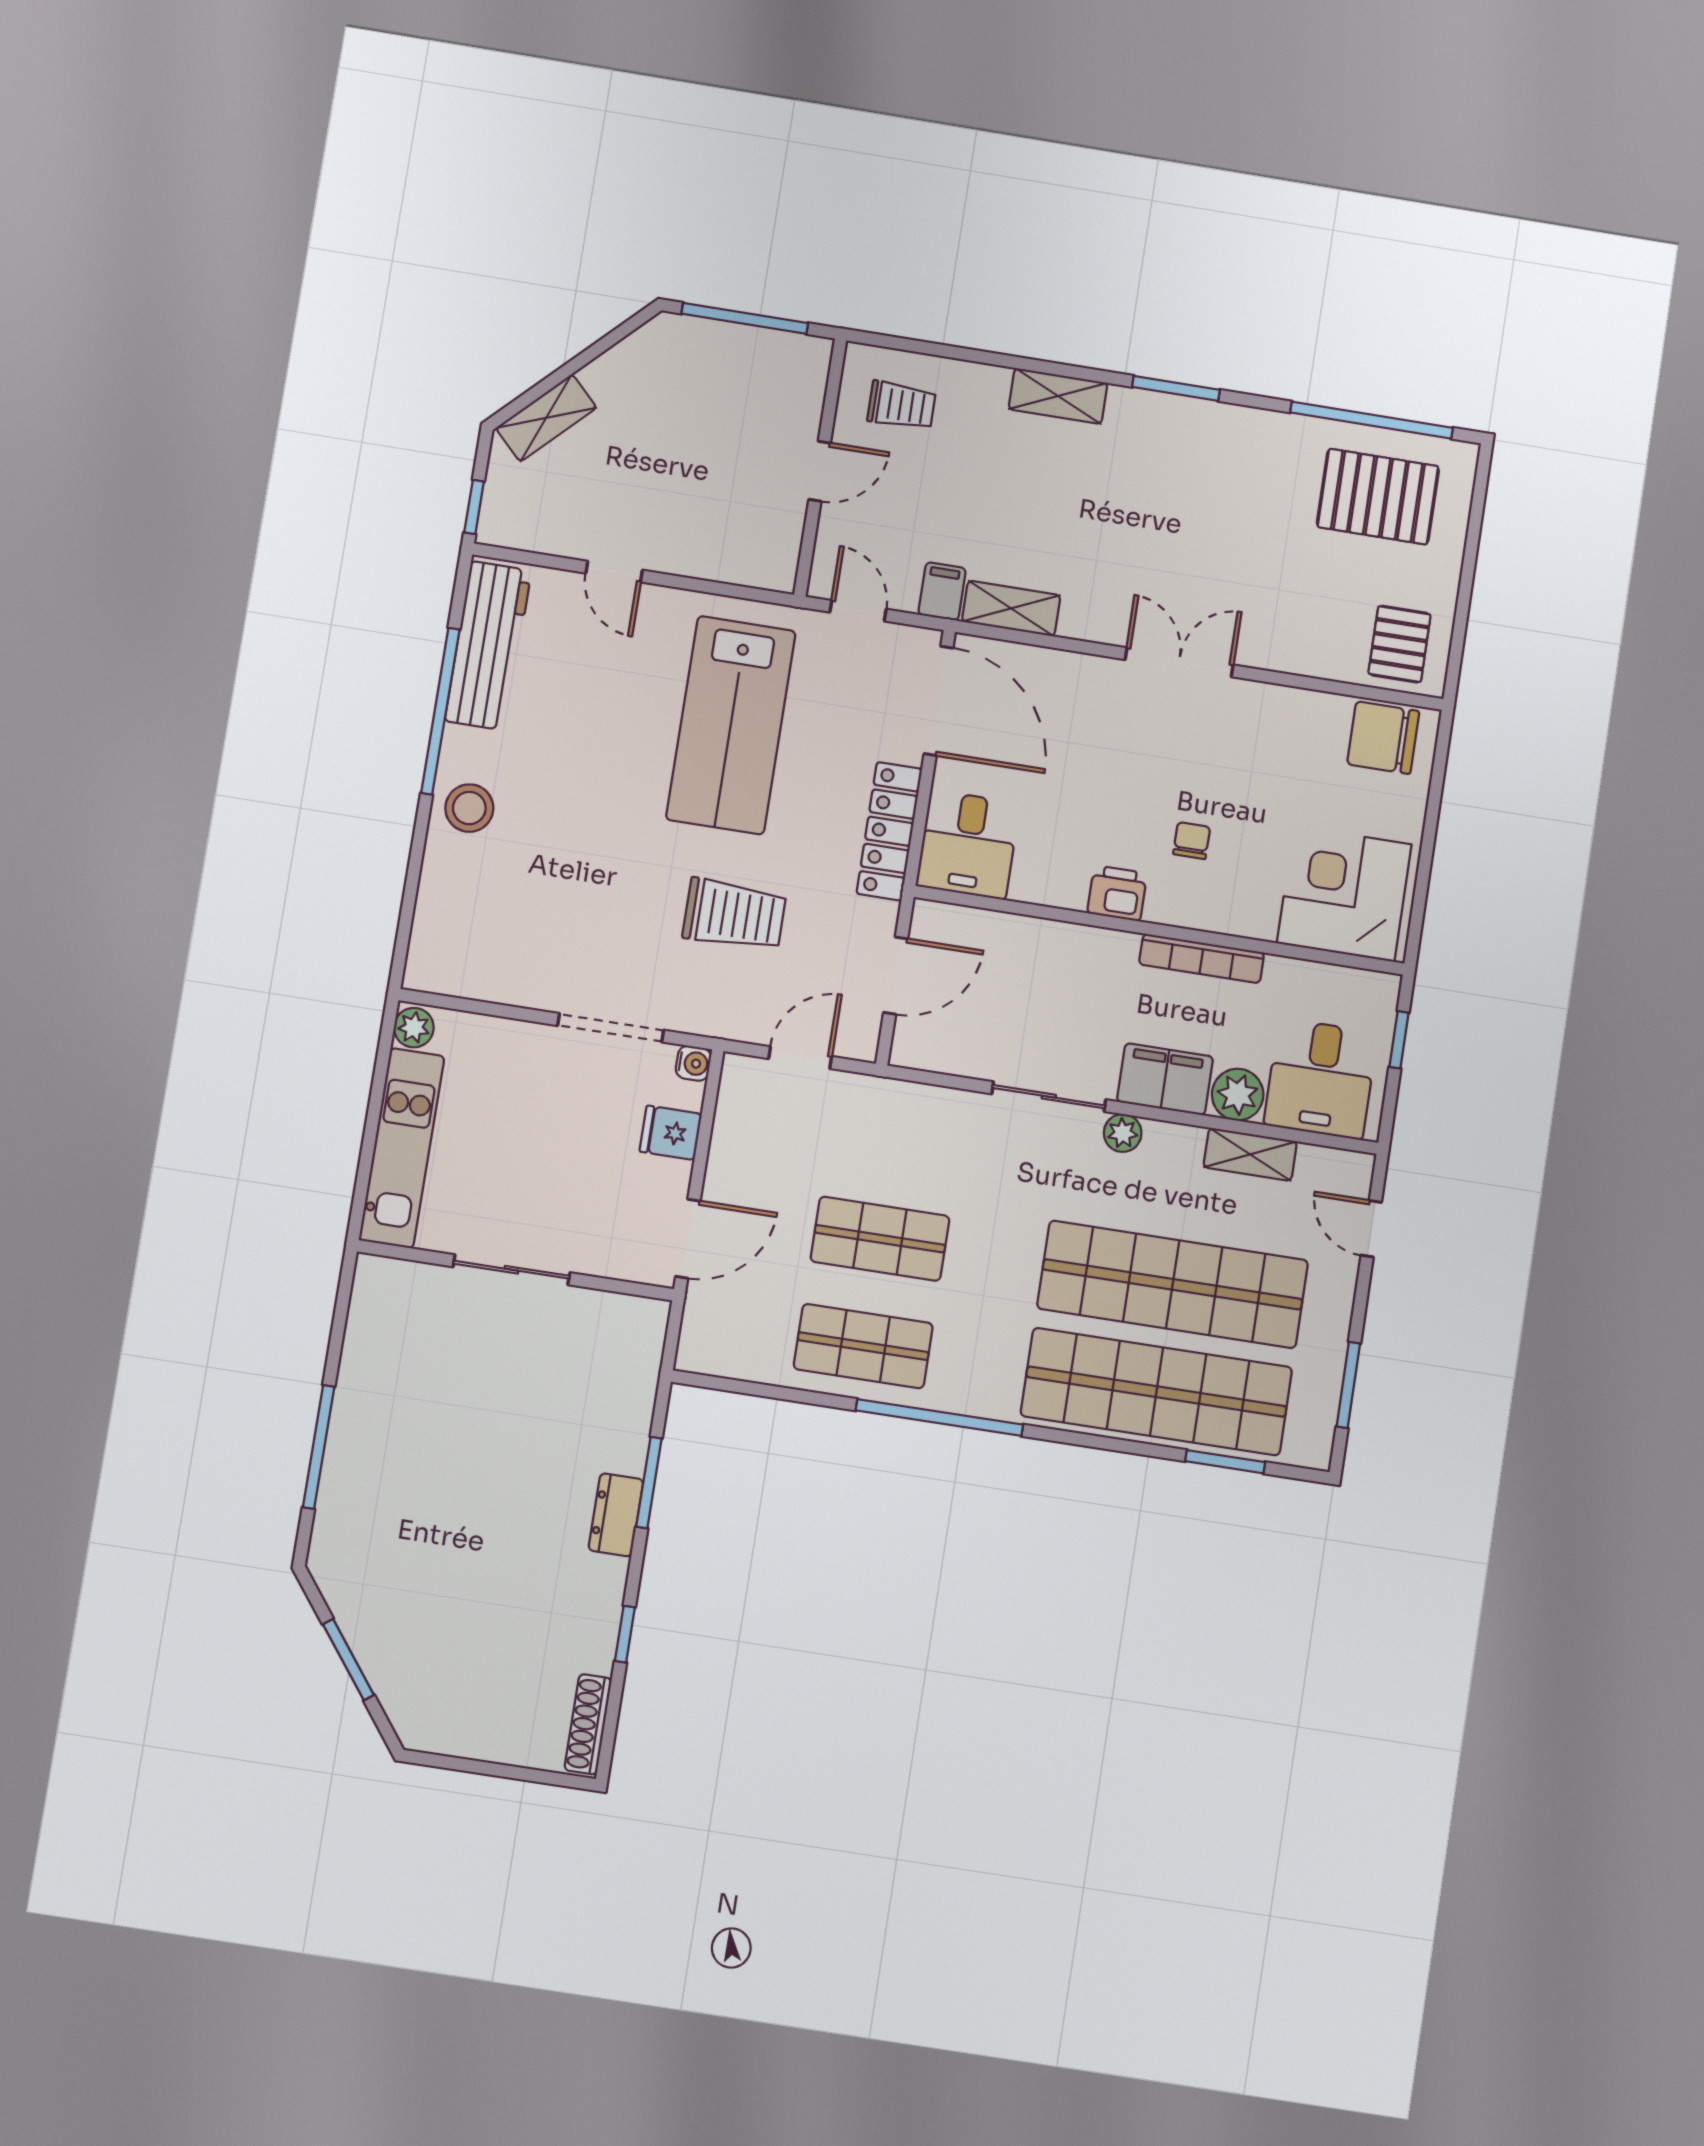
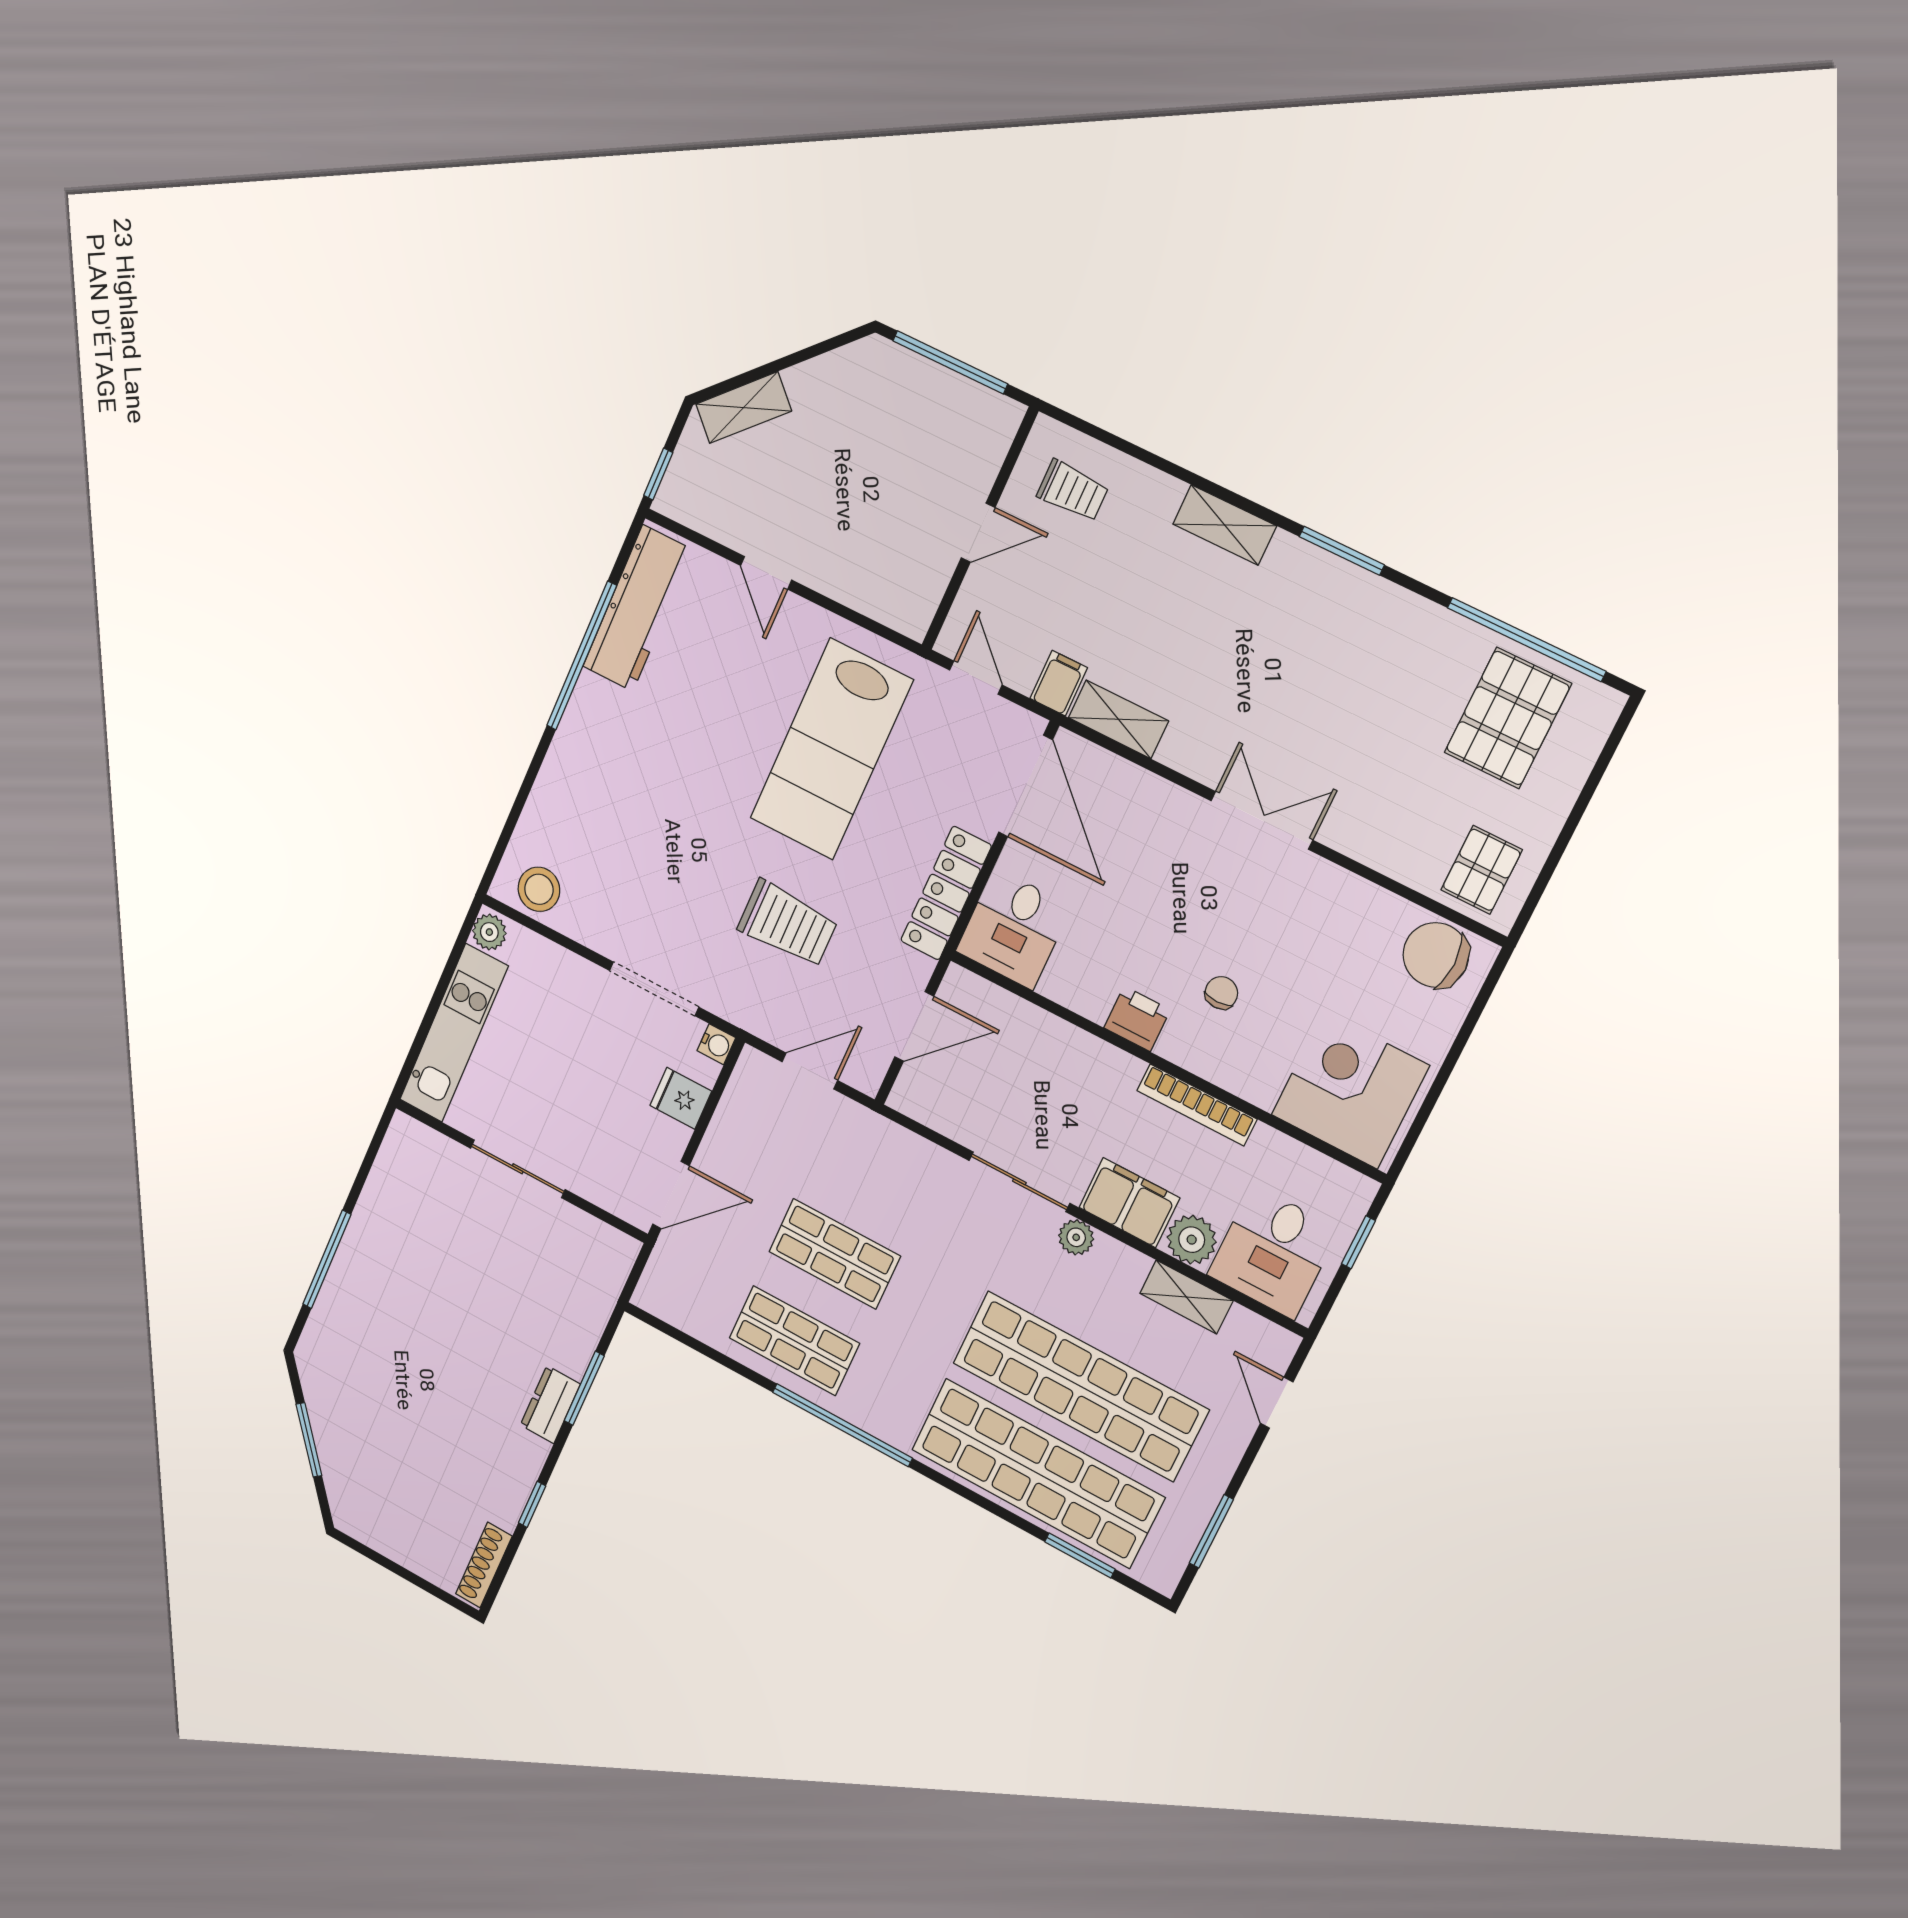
pallet: (1378, 497) -> (1508, 718), turned 90
stool: (469, 808) -> (539, 889), moved

